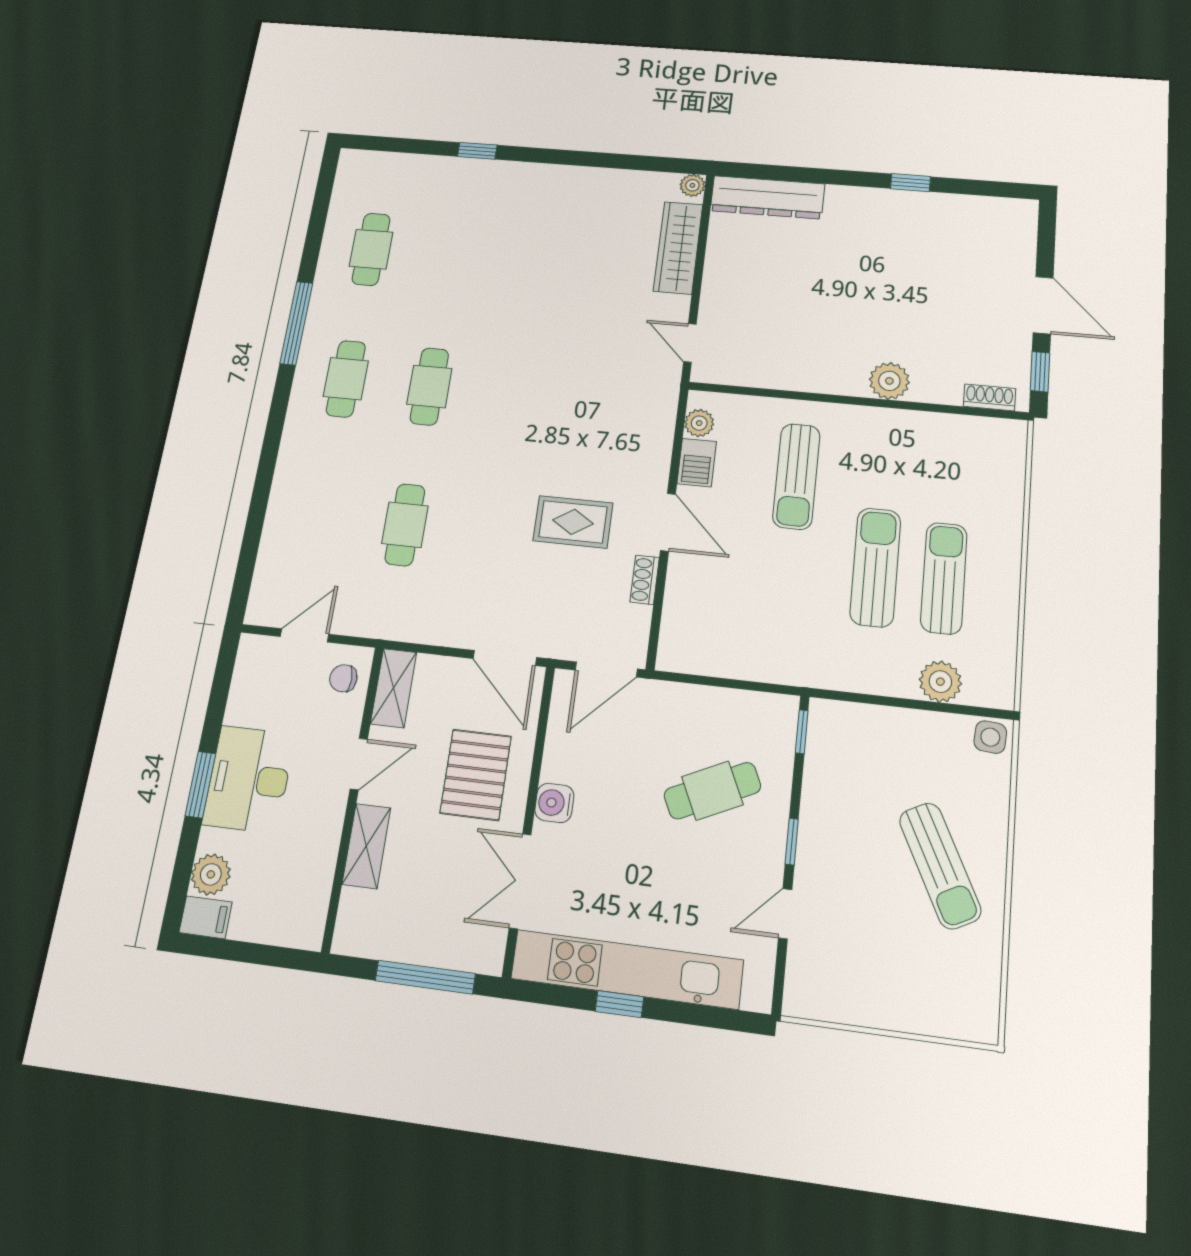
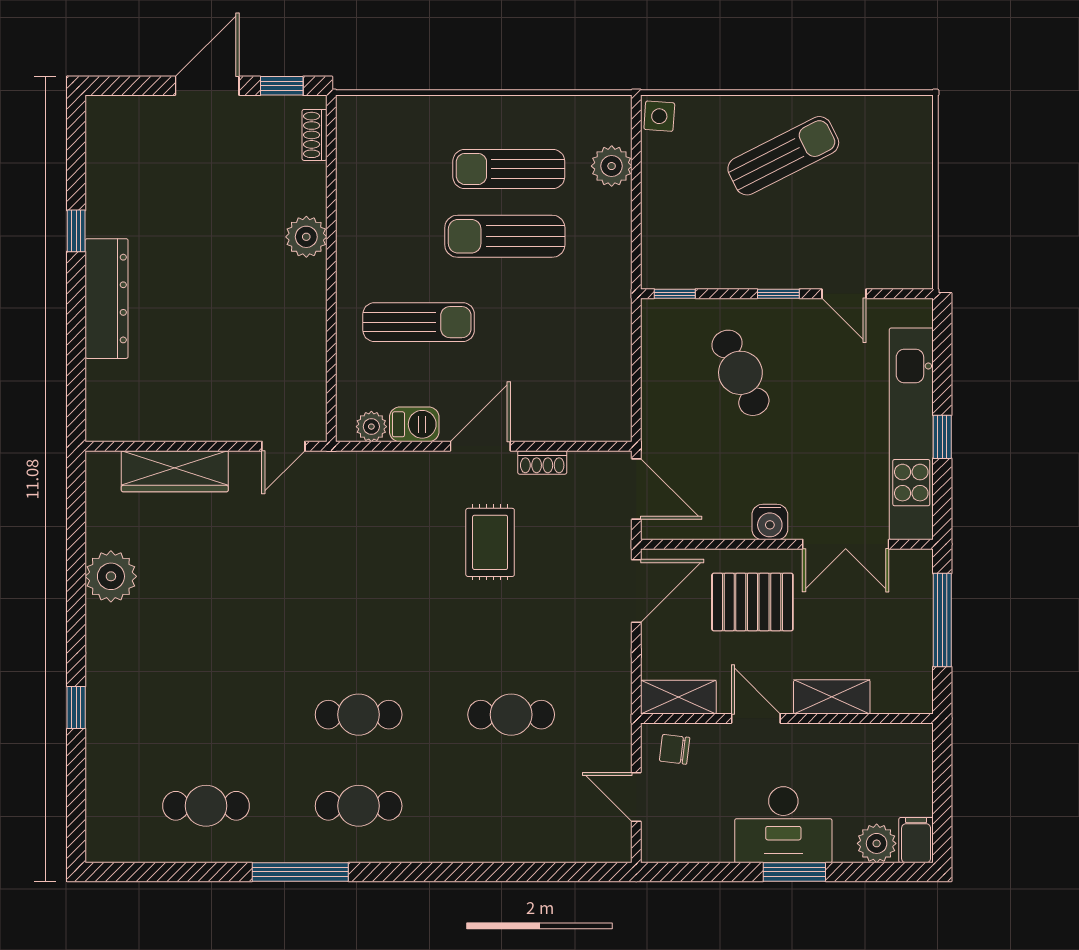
plant: (692, 185) -> (111, 576), moved, width x1.88, depth x1.88
dresser: (767, 197) -> (107, 299), moved
chair: (343, 678) -> (675, 749), turned 97

